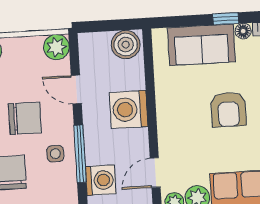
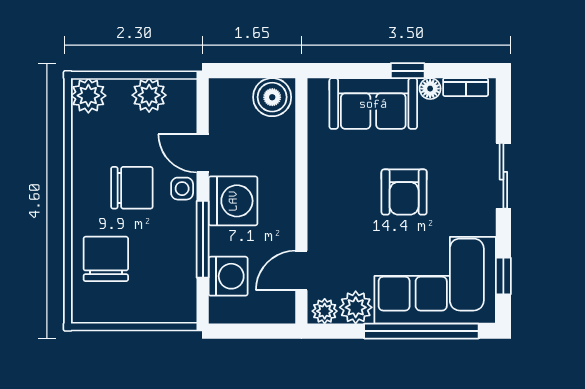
plant: (56, 47) -> (149, 95), moved
washing machine: (129, 109) -> (233, 201), moved, turned 180
side table: (55, 154) -> (182, 189), moved

